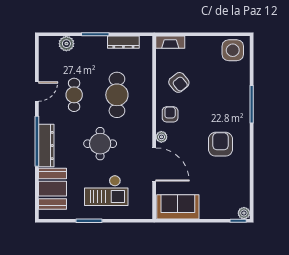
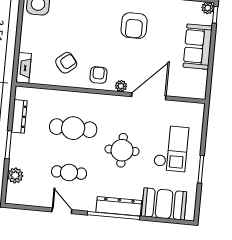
armchair: (170, 114) -> (98, 75), turned 90
armchair: (221, 144) -> (134, 26), turned -90
sofa: (178, 207) -> (198, 47), moved

